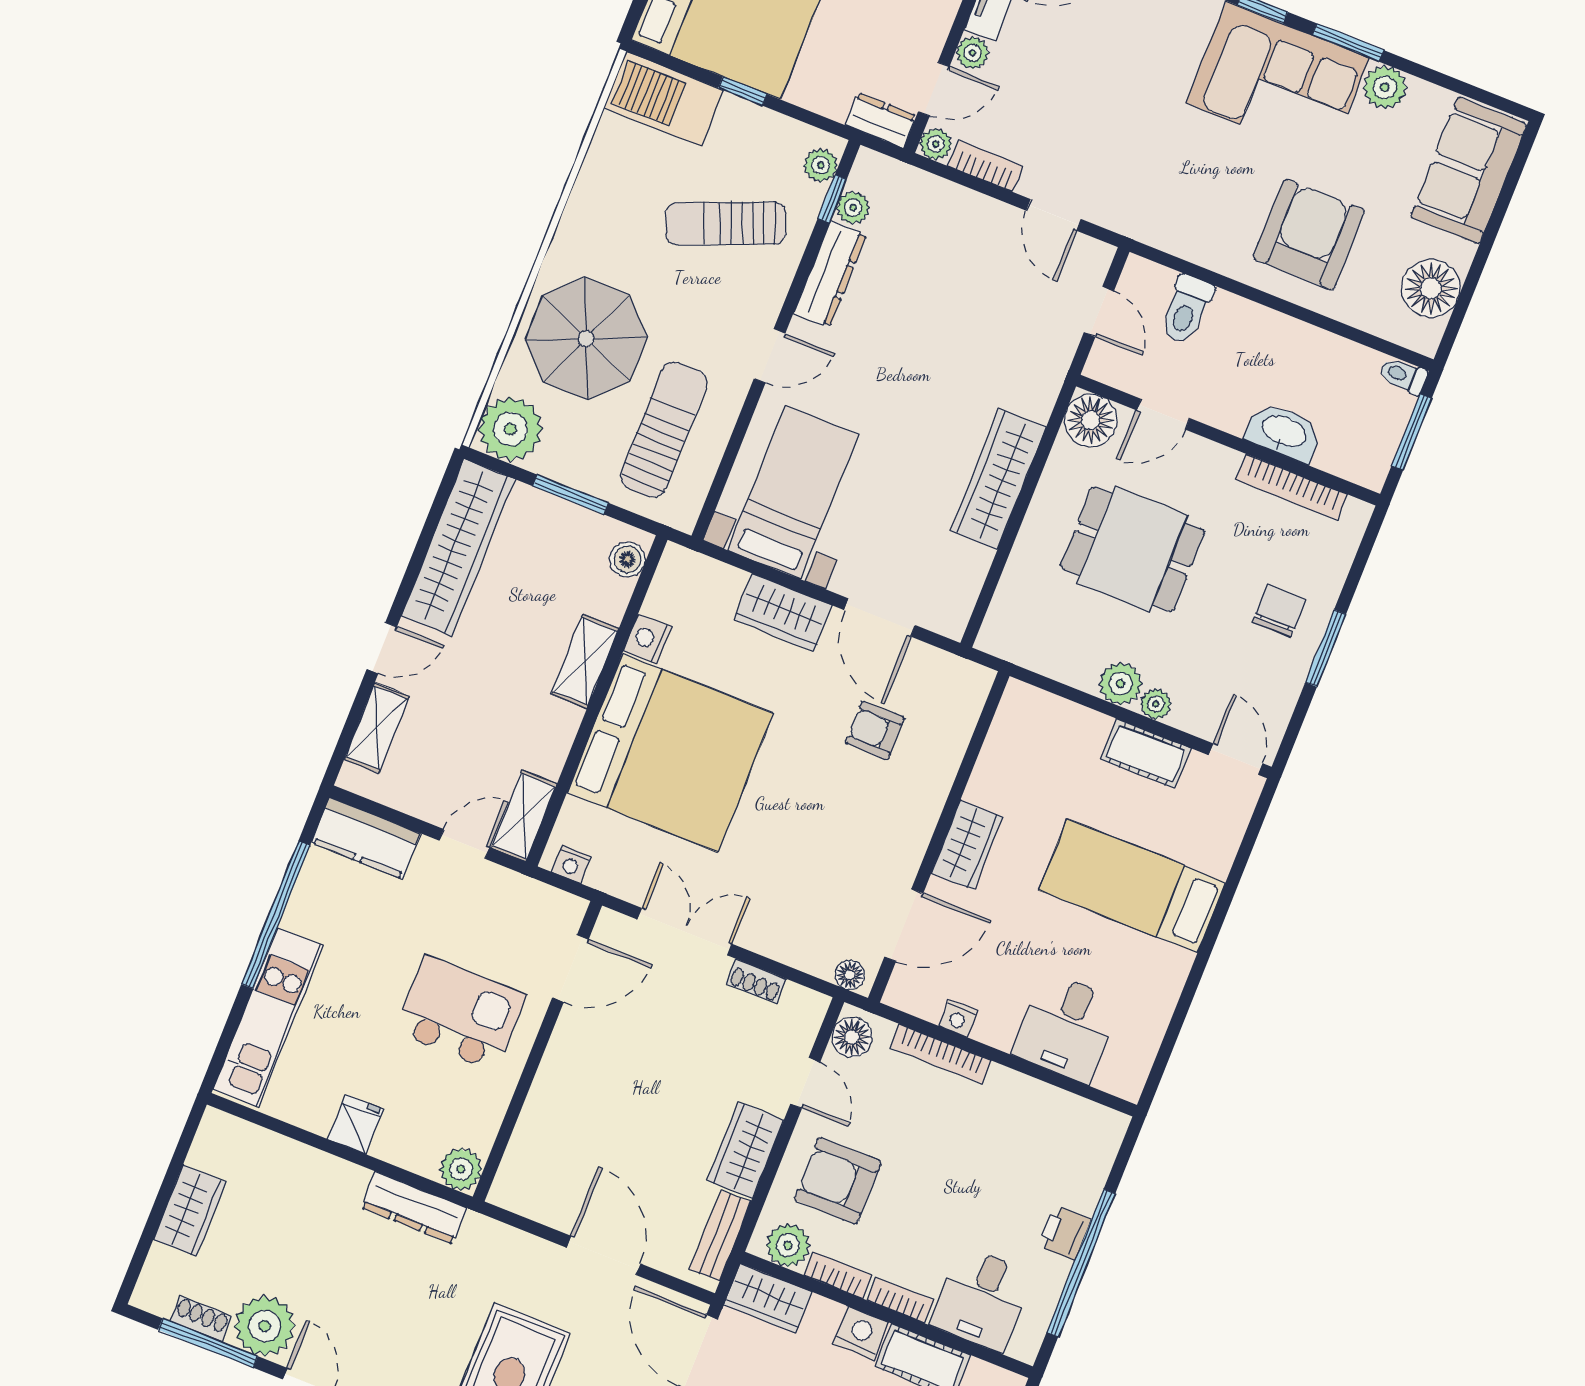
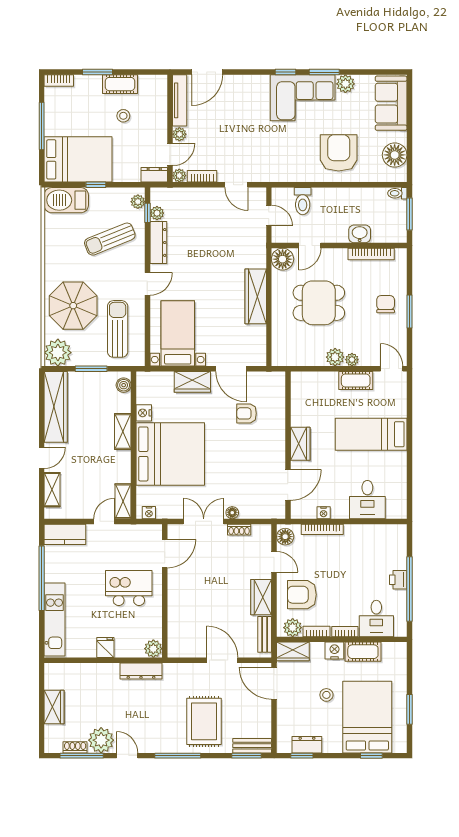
washbasin: (1284, 432) -> (360, 234), width x0.72
floor lamp: (850, 975) -> (232, 513), moved

